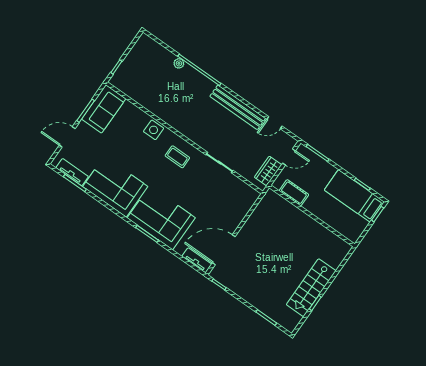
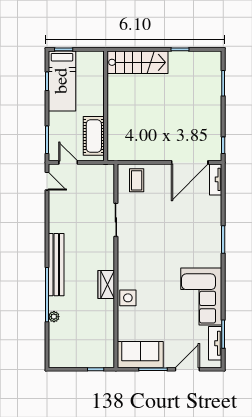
bench: (238, 107) -> (56, 265), moved
door: (275, 123) -> (47, 181), moved
door: (67, 137) -> (187, 369), swing flipped
coffee table: (177, 157) -> (137, 180), moved
wardrobe: (268, 171) -> (106, 284), moved, turned 90
cot: (294, 193) -> (94, 136), width x1.37, depth x1.34
corner sofa: (161, 218) -> (200, 237), removed
door: (224, 250) -> (190, 162), hinge flipped
stairs: (311, 288) -> (137, 62), moved

